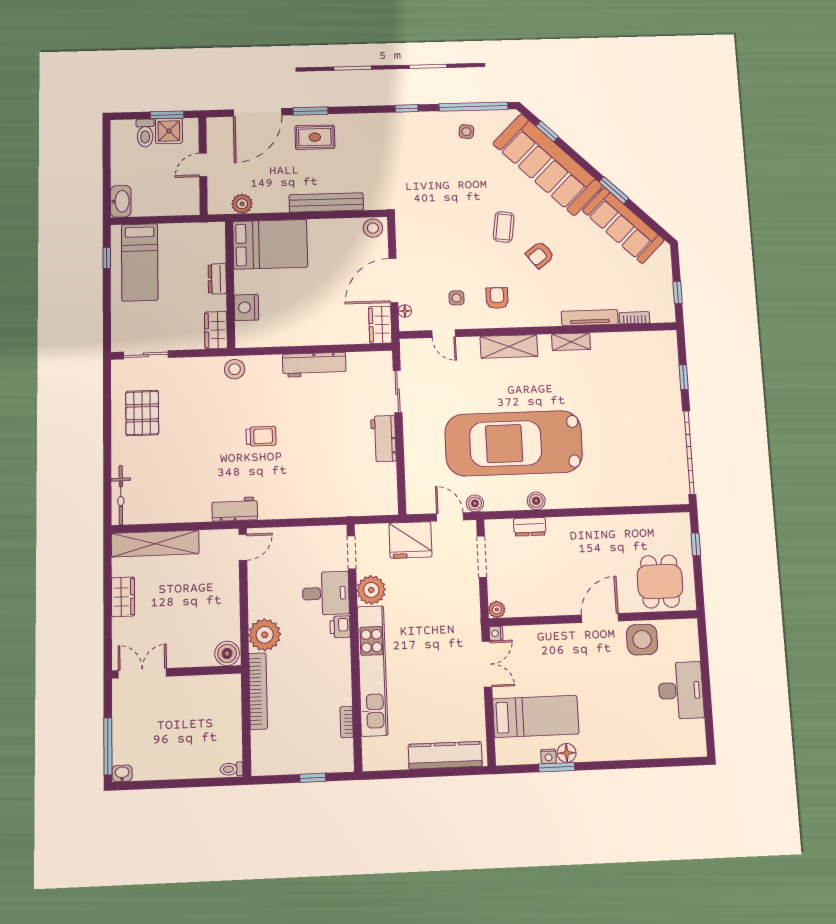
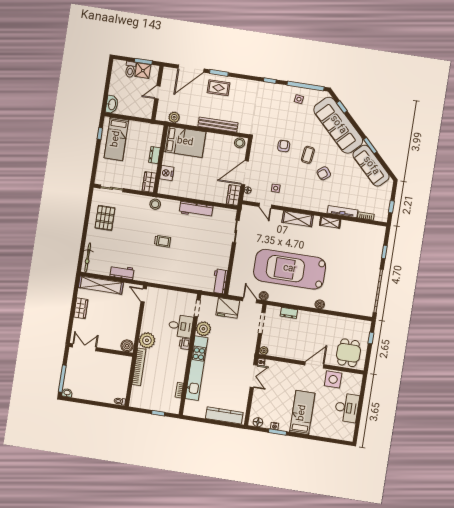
armchair: (497, 298) -> (284, 146), moved
workbench: (383, 439) -> (220, 281), moved
boiler: (536, 501) -> (320, 304), moved
workbench: (235, 509) -> (122, 272), moved
door: (243, 547) -> (144, 295), swing flipped
bed: (536, 716) -> (302, 413), moved, turned -90
floor lamp: (567, 753) -> (258, 422), moved

